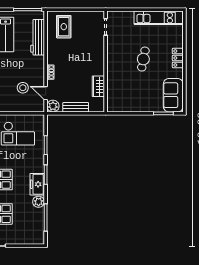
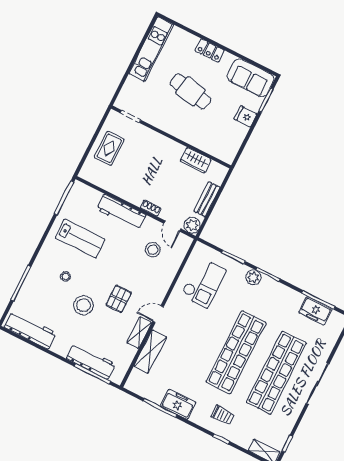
rug: (64, 27) -> (109, 148), moved, turned 90
workbench: (38, 37) -> (121, 212), moved
cafe table: (143, 59) -> (190, 91), width x1.37, depth x1.35
door: (46, 93) -> (172, 226), hinge flipped
fridge: (145, 105) -> (246, 116), added
freezer: (37, 184) -> (315, 311), moved
plant: (39, 202) -> (253, 277), moved

